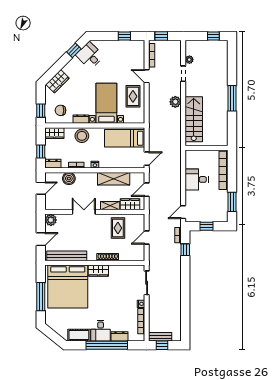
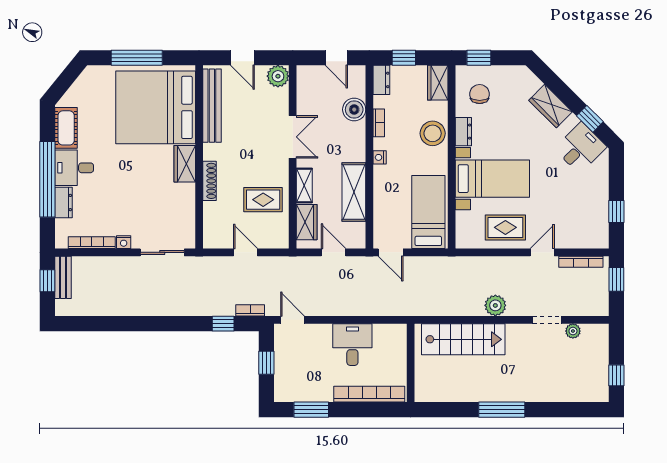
wardrobe: (58, 81) -> (551, 106), moved

